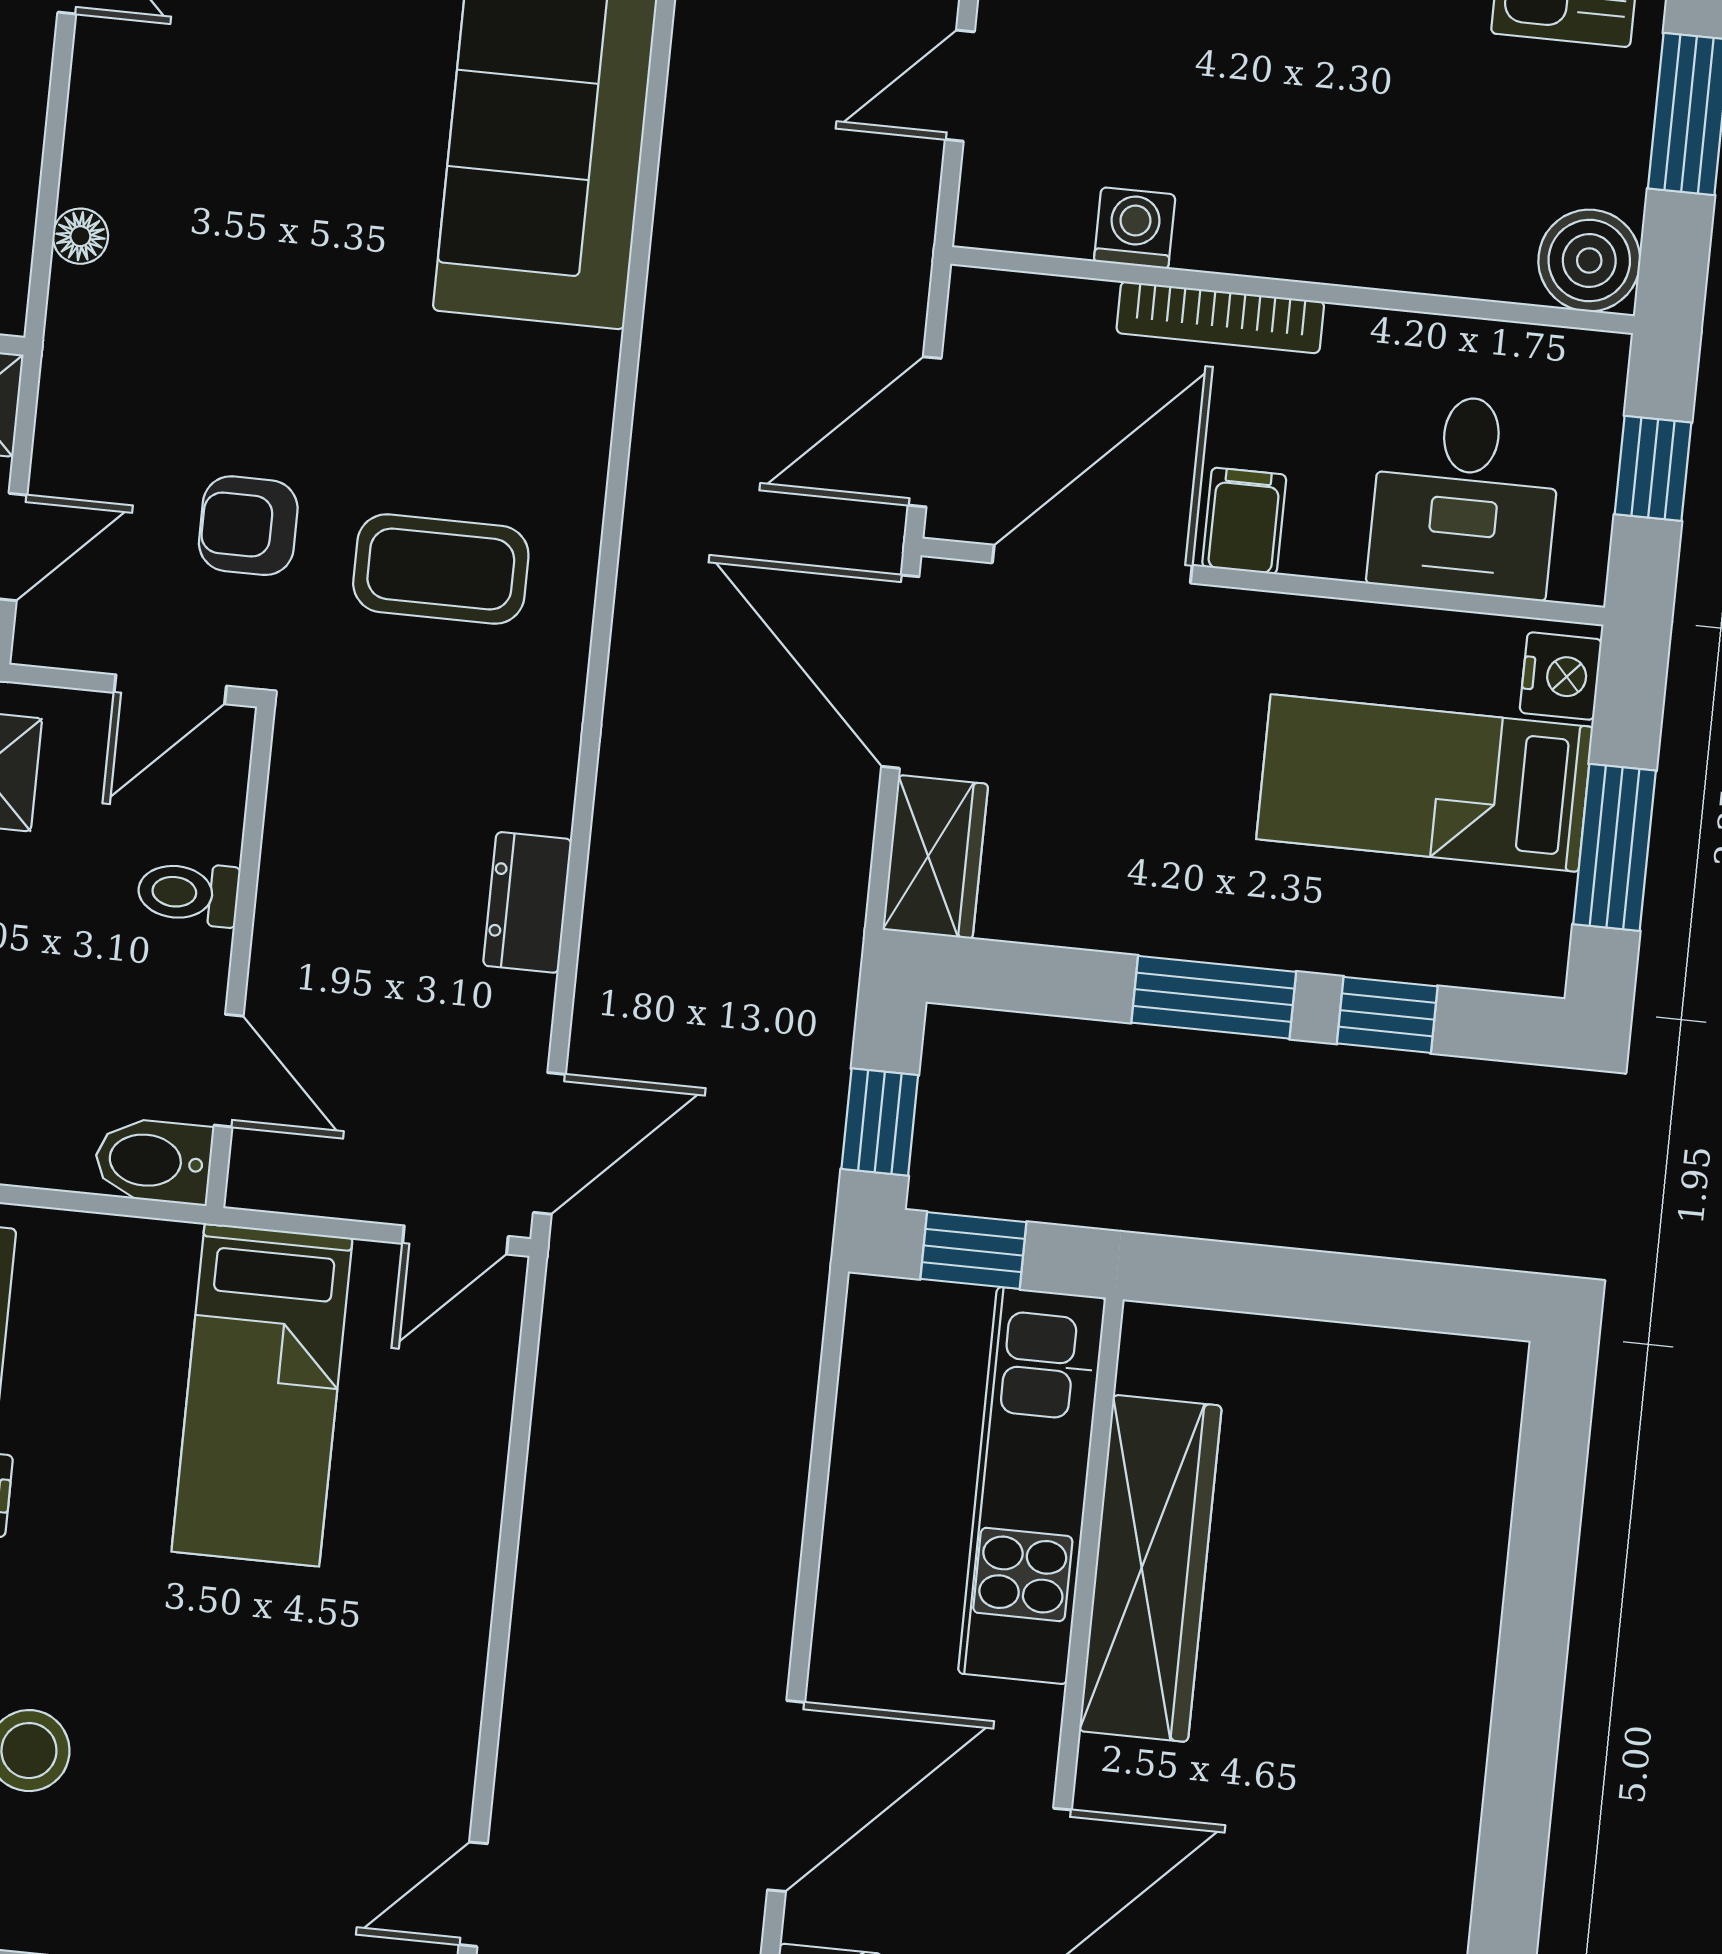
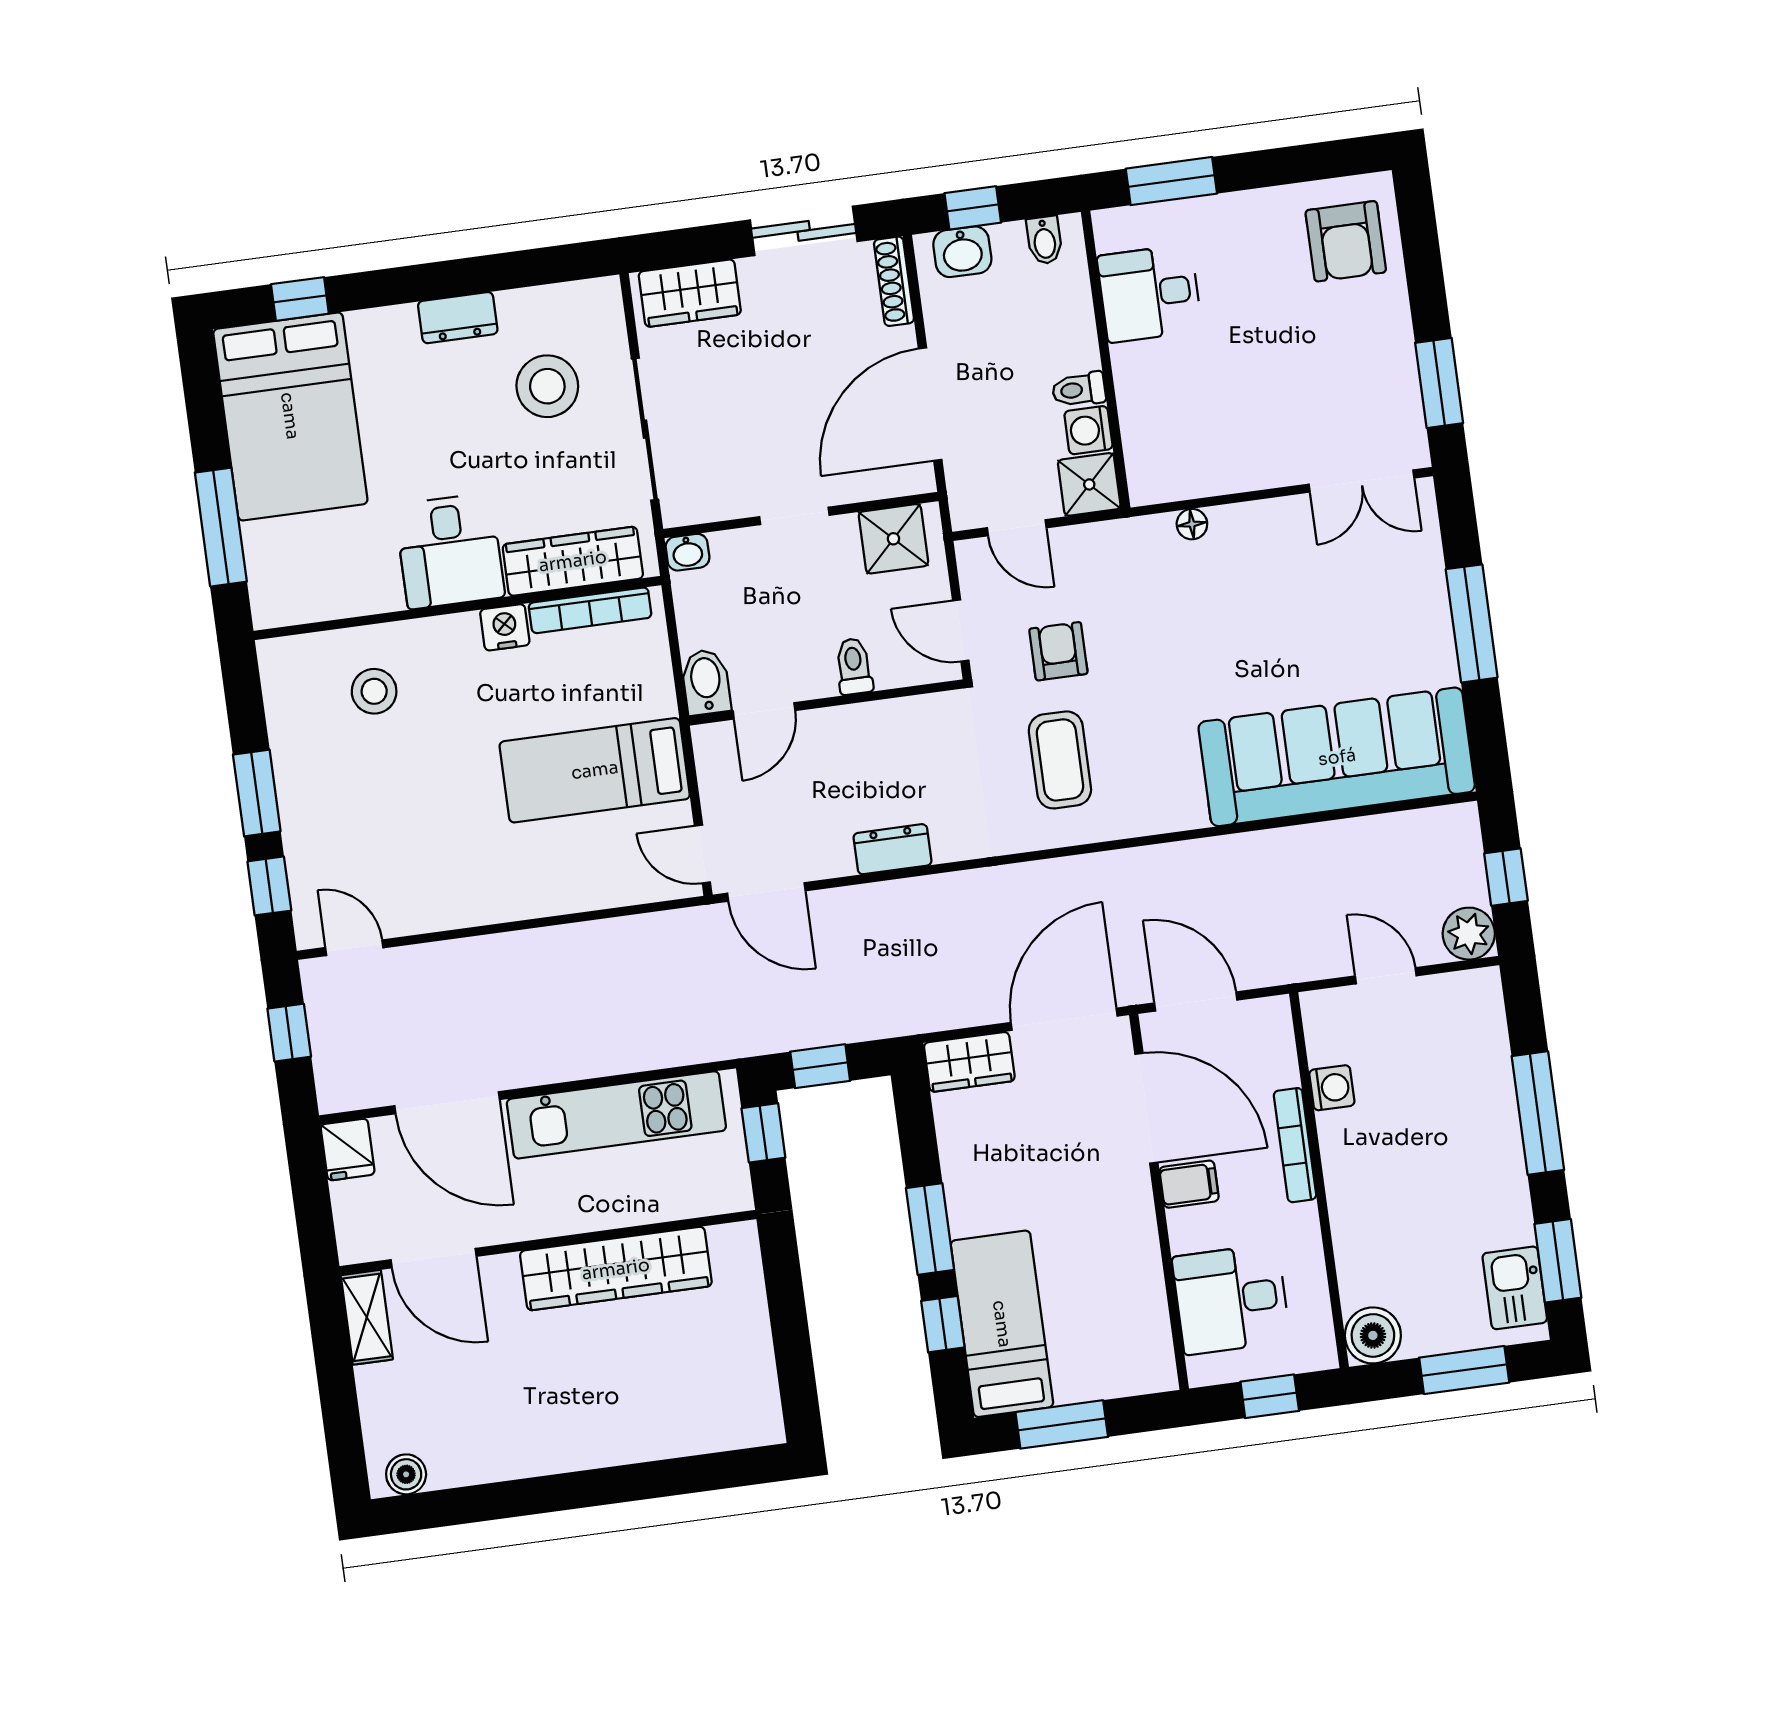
nightstand: (1561, 676) -> (1147, 1374), removed
bed: (1425, 783) -> (1002, 1324), moved
kitchen unit: (1032, 1486) -> (616, 1115), moved, turned 180

